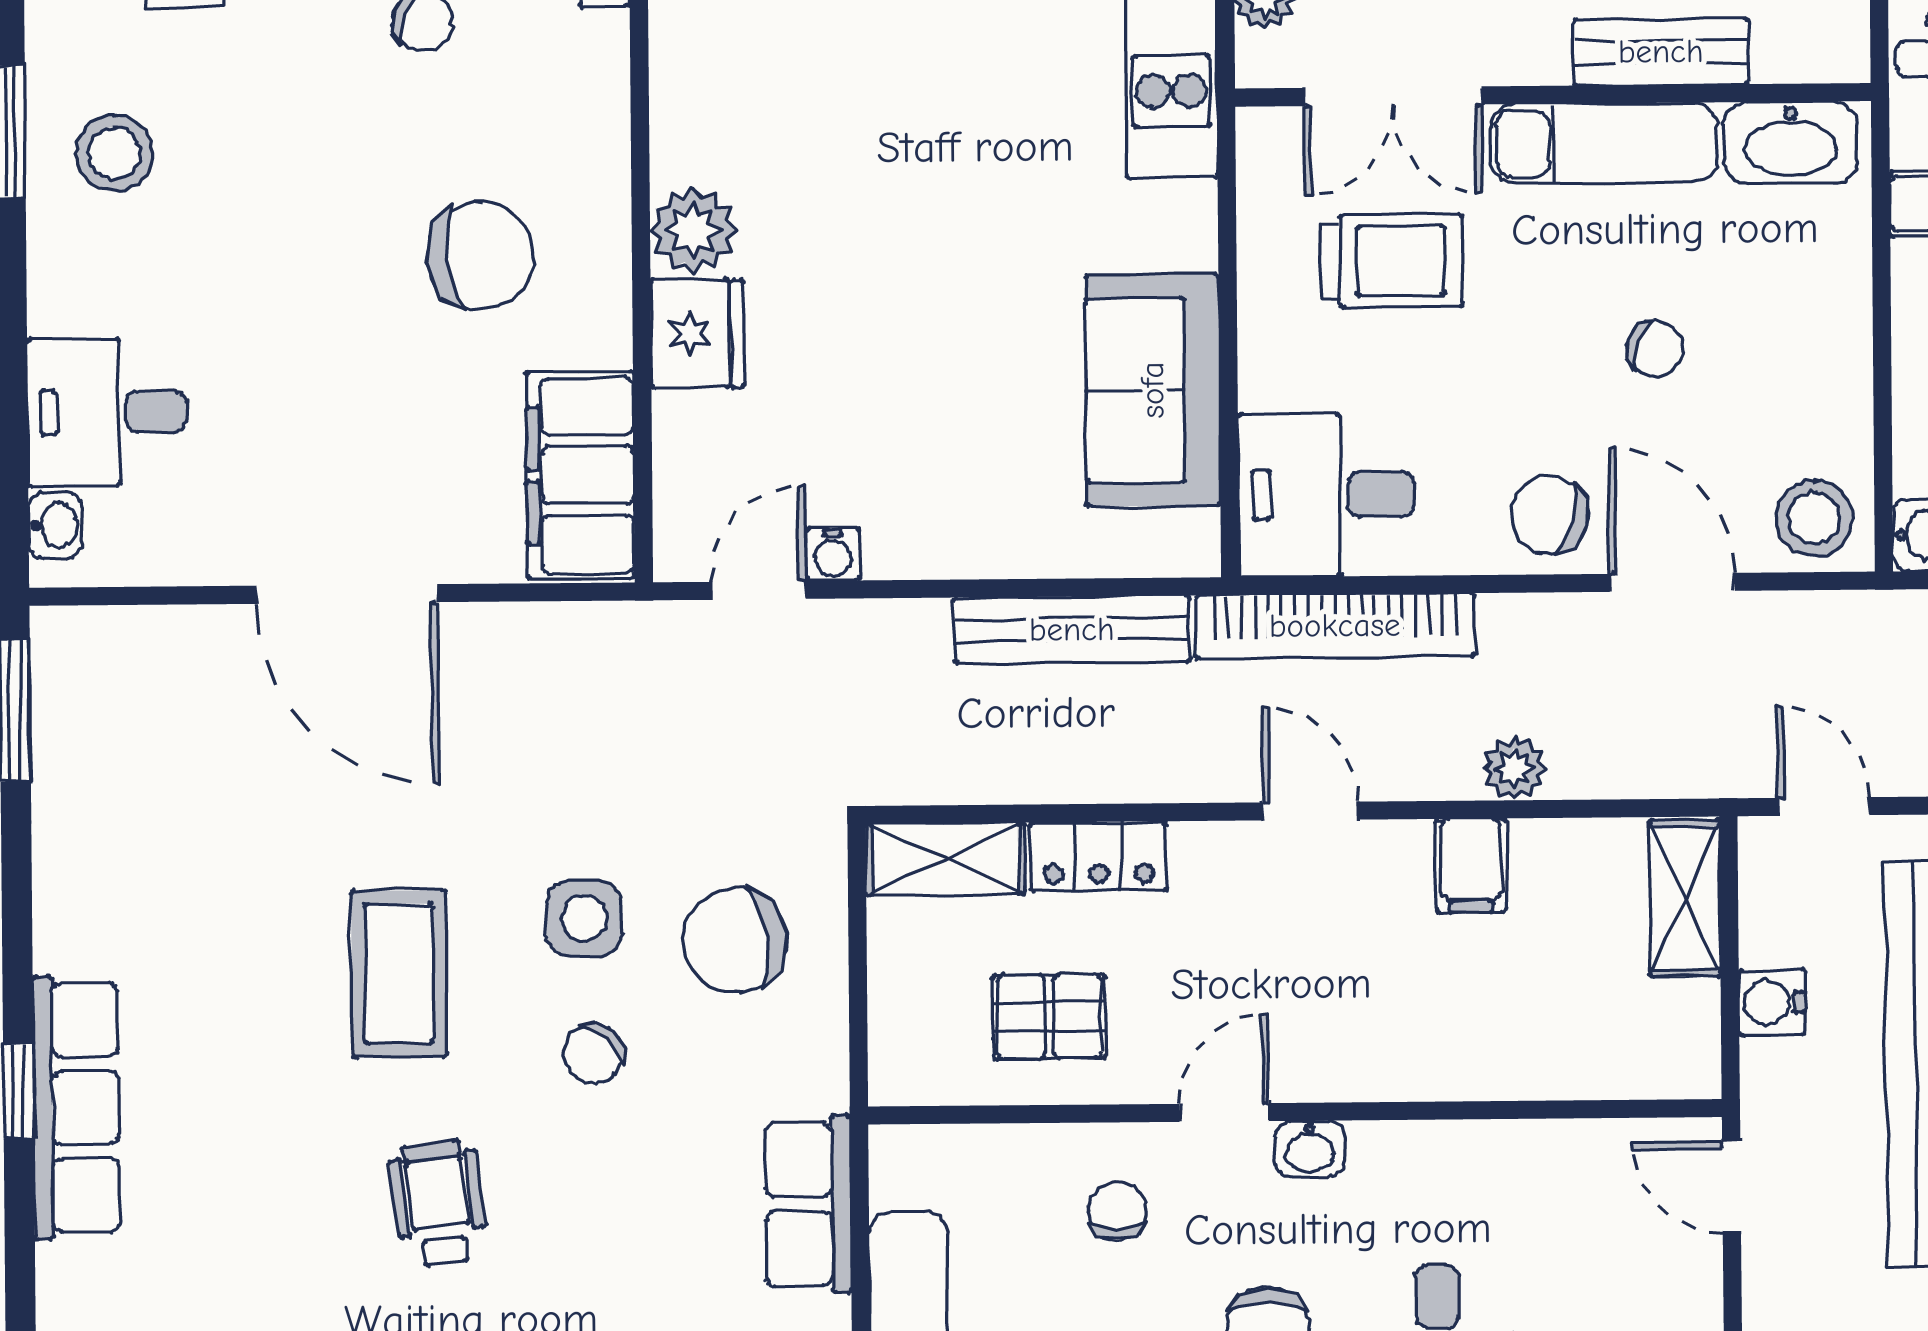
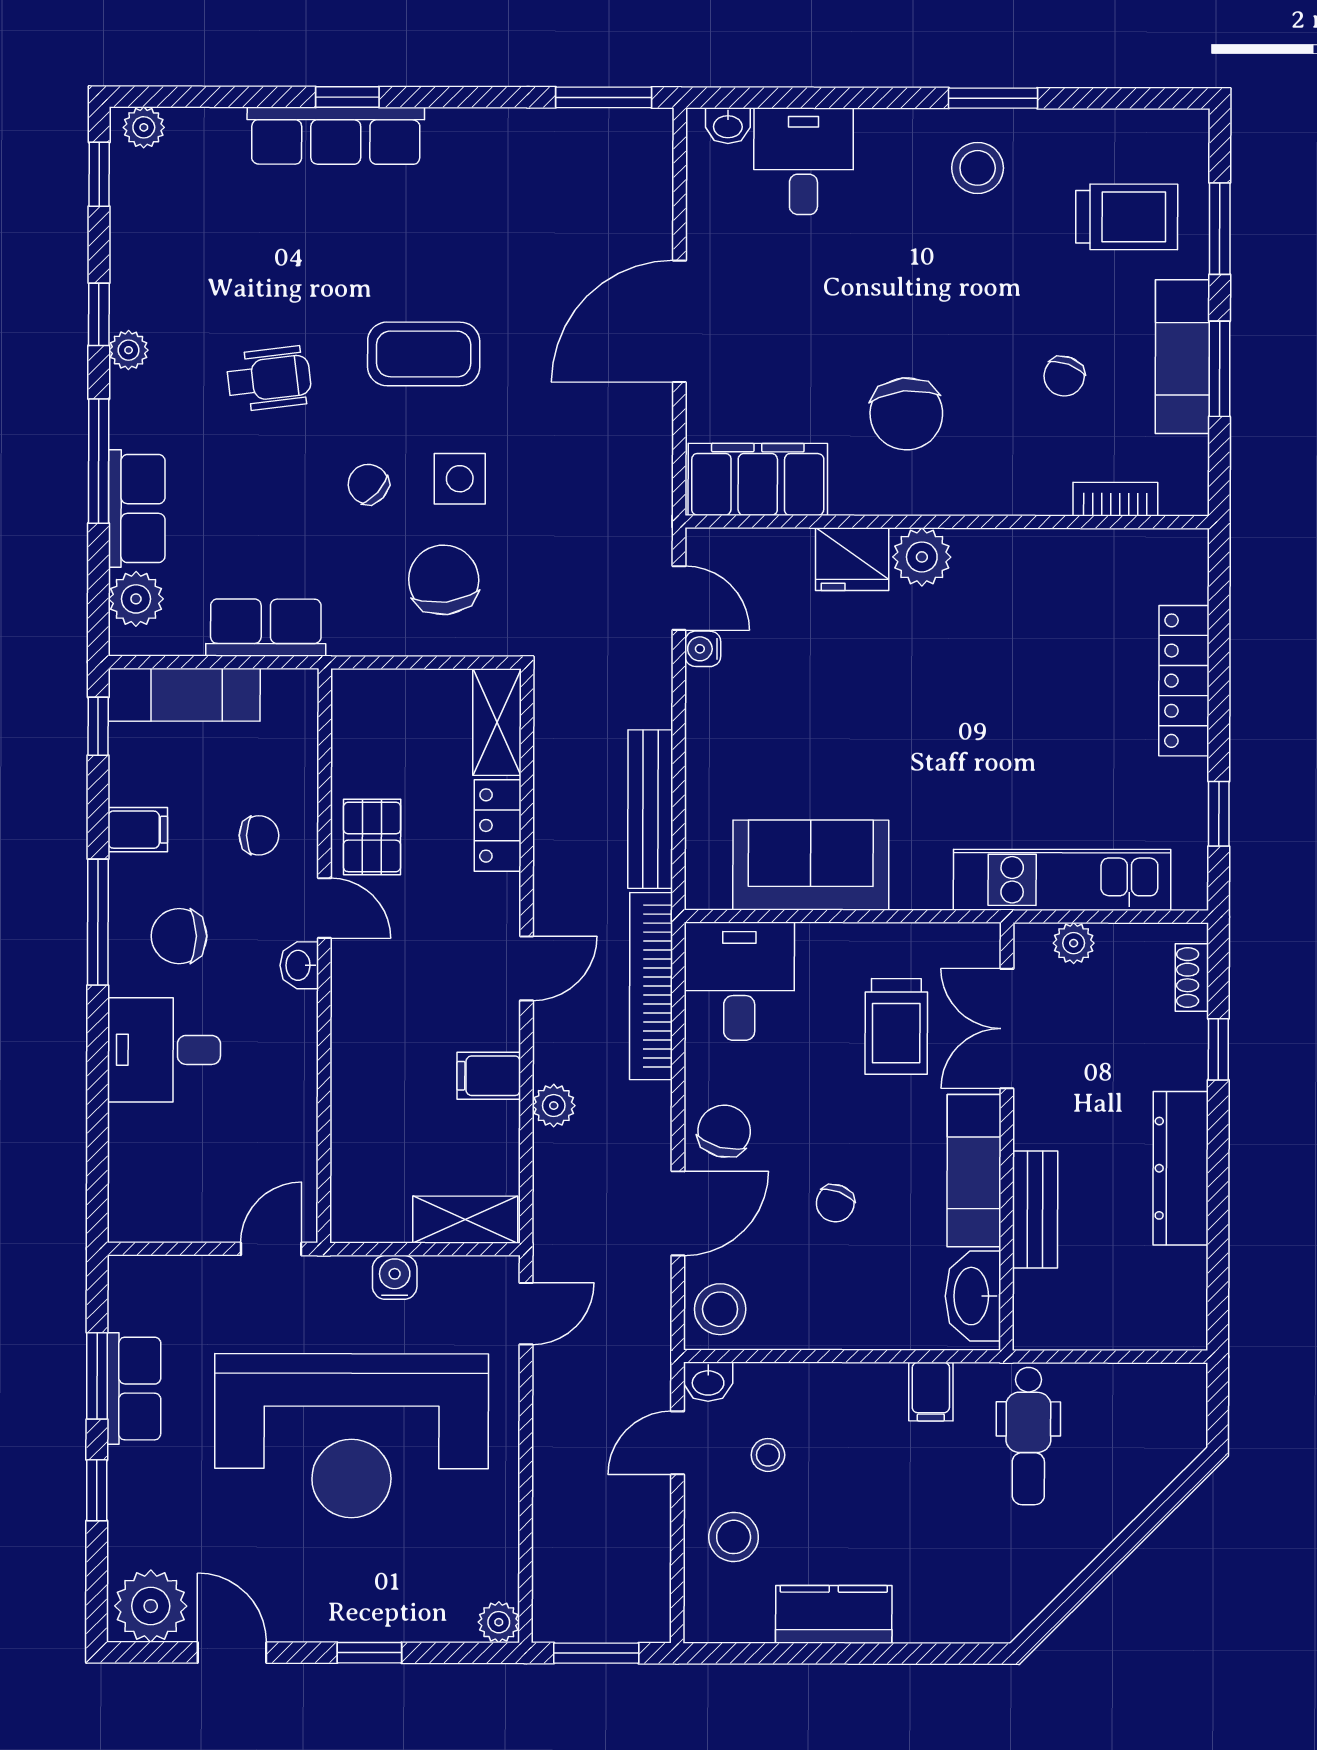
pallet: (1049, 1017) -> (372, 837), moved

